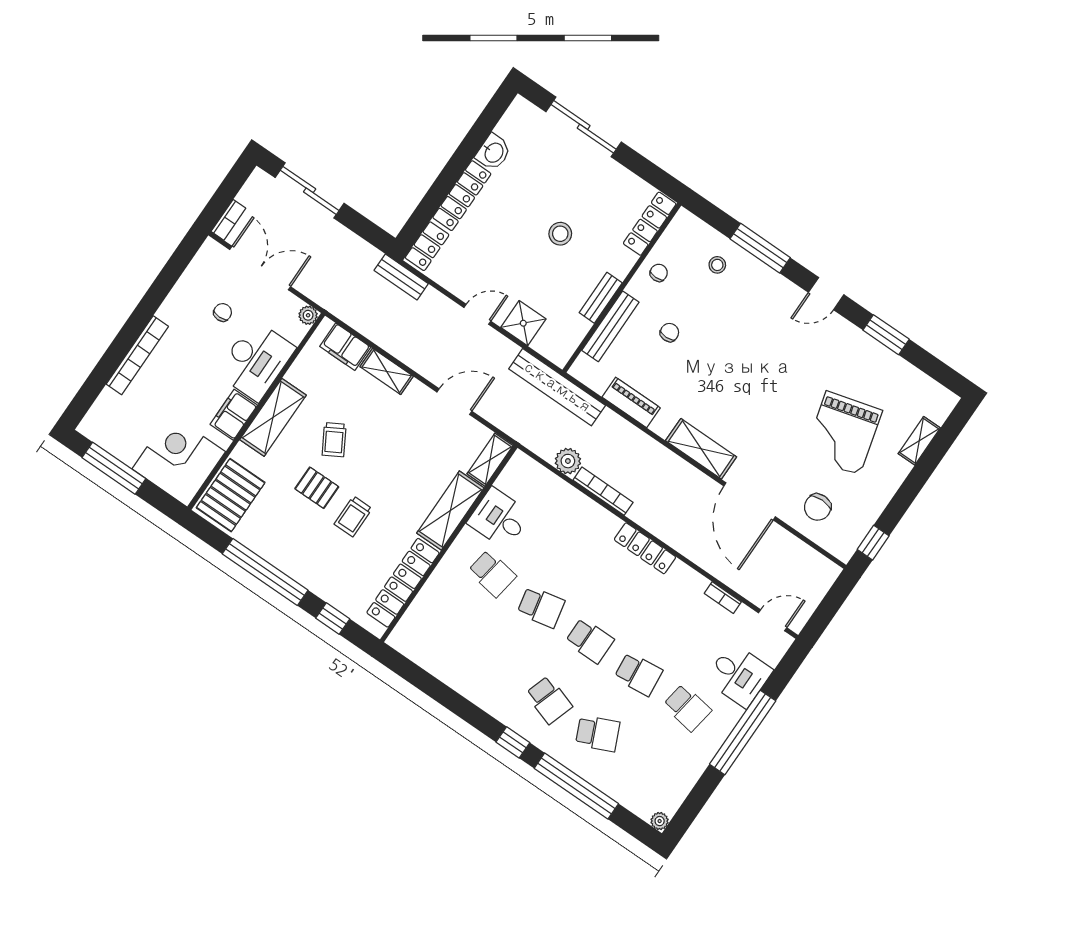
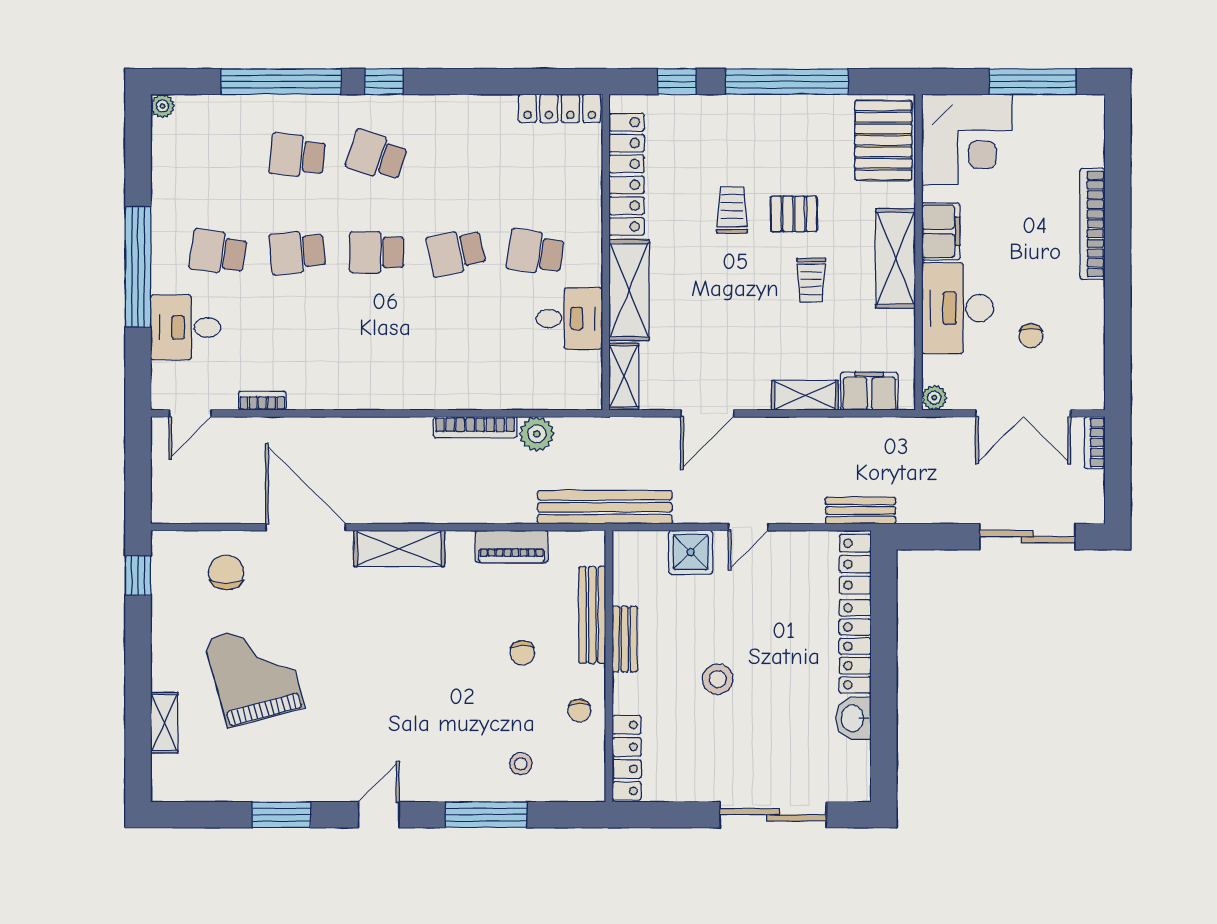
trolley: (334, 440) -> (811, 280), turned -150
locker: (645, 548) -> (560, 108), moved, turned 180
school desk: (598, 733) -> (297, 156), turned 30

